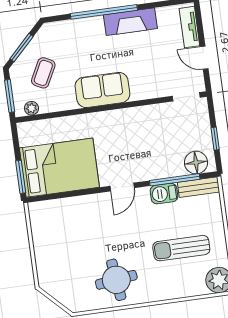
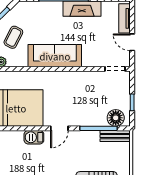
sofa: (102, 90) -> (55, 56), width x1.36
barbecue: (164, 194) -> (34, 137), moved

